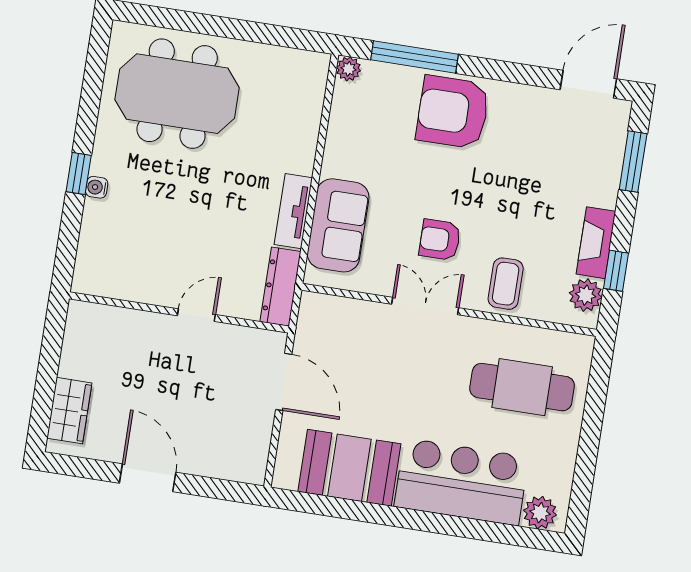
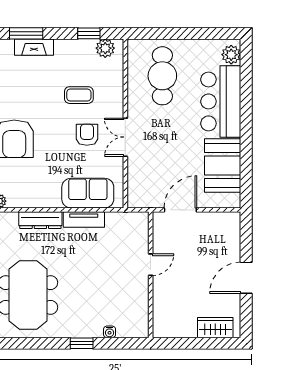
water cooler: (97, 187) -> (110, 332), moved
armchair: (440, 240) -> (87, 135), turned 180
fireplace: (596, 243) -> (34, 47), moved
coffee table: (506, 284) -> (79, 95), moved
dresser: (280, 287) -> (40, 220), moved
door: (196, 315) -> (151, 265), swing flipped

